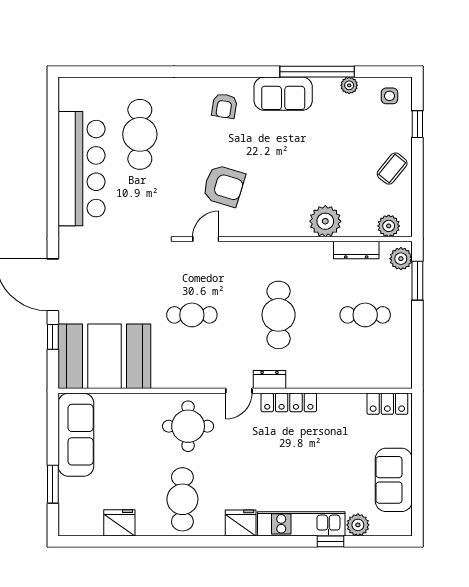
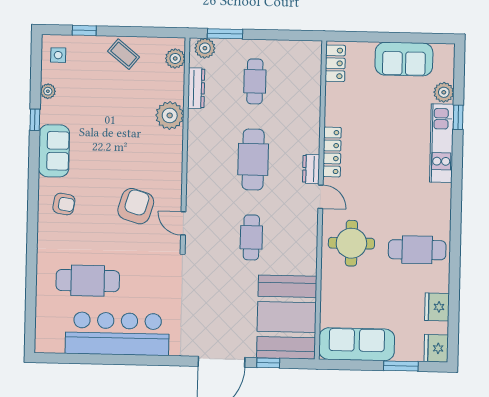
window: (317, 72) -> (35, 120), width x0.32
cafe table: (279, 315) -> (253, 159), turned 90
fridge: (241, 523) -> (436, 348), moved

